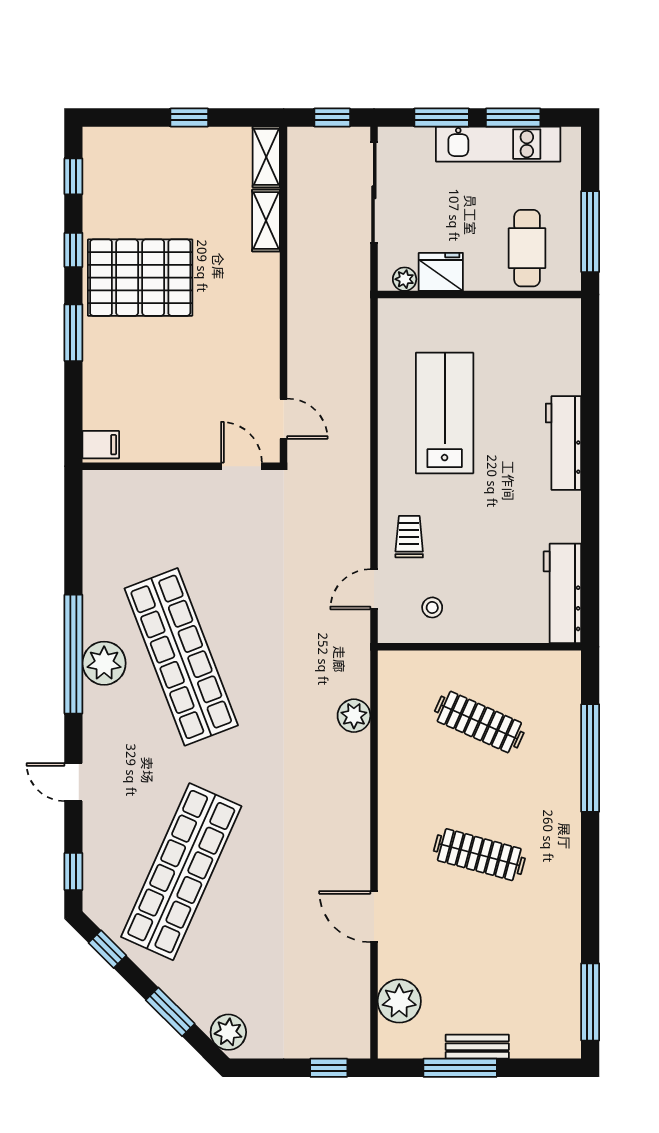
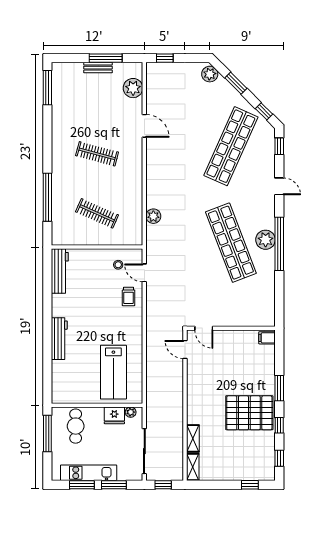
window: (189, 117) -> (250, 485), moved
lab bench: (445, 413) -> (113, 372), moved
door: (374, 589) -> (144, 273), swing flipped

